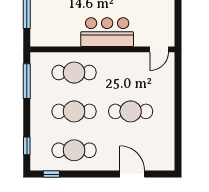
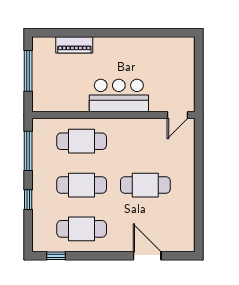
window: (27, 146) -> (28, 200), moved

